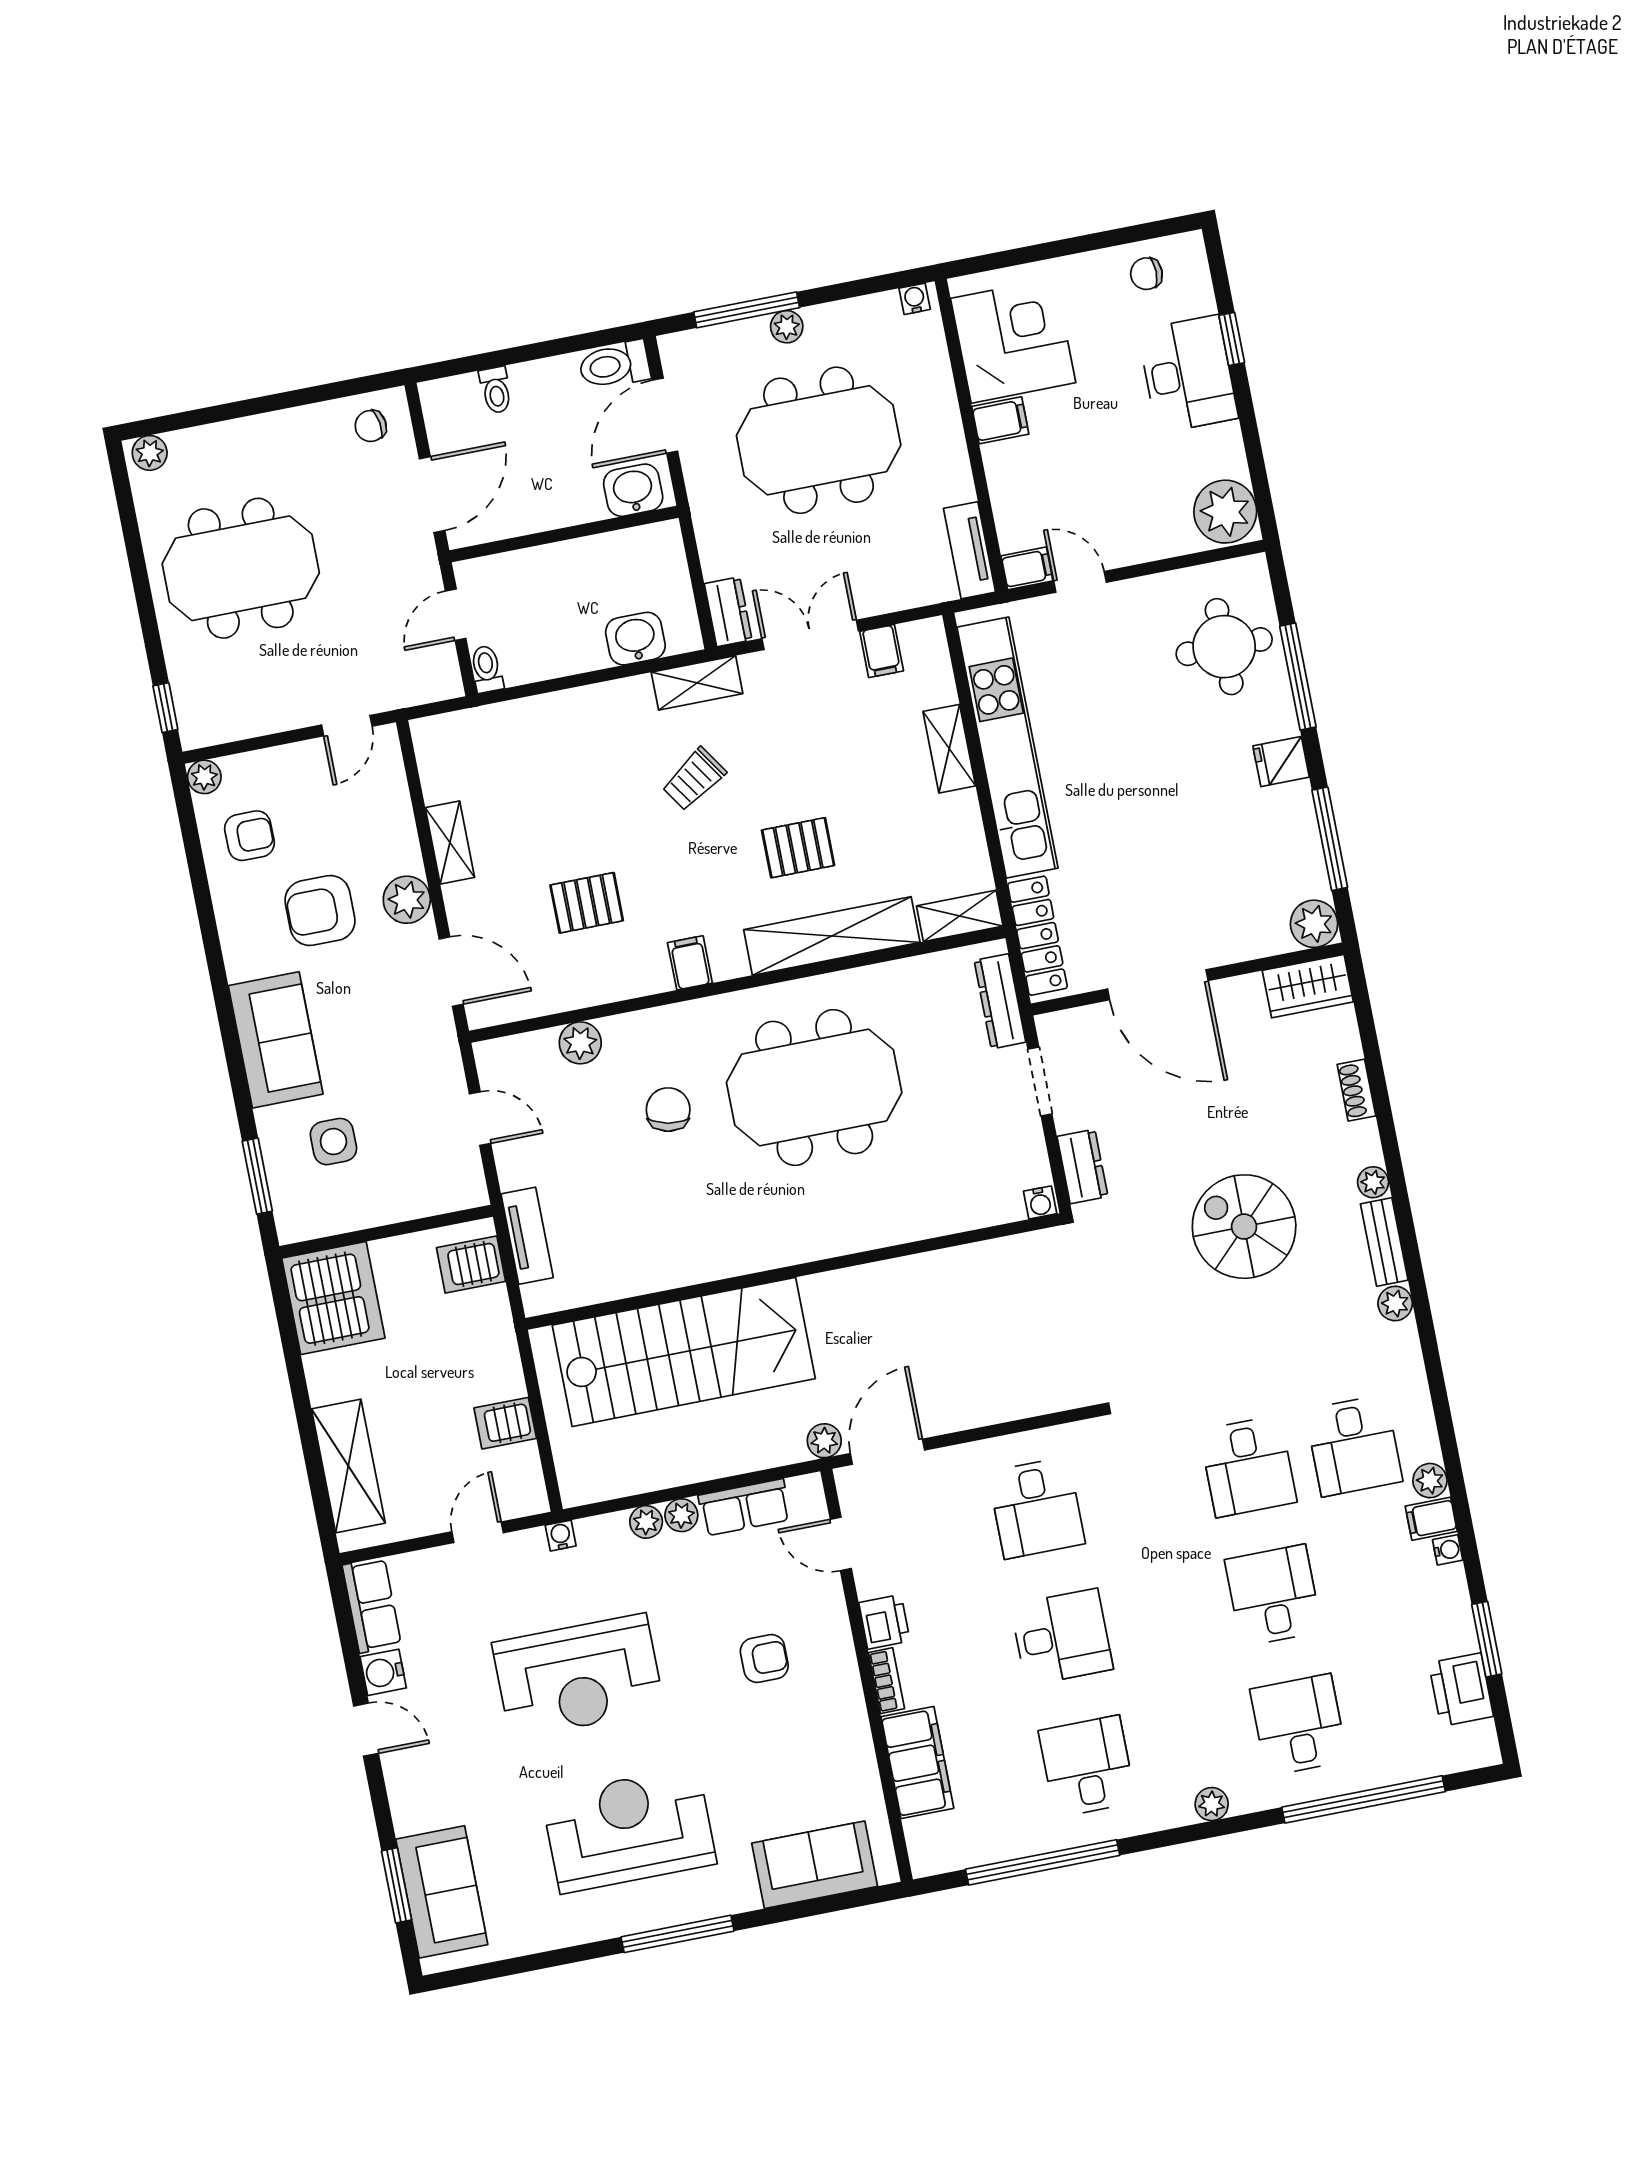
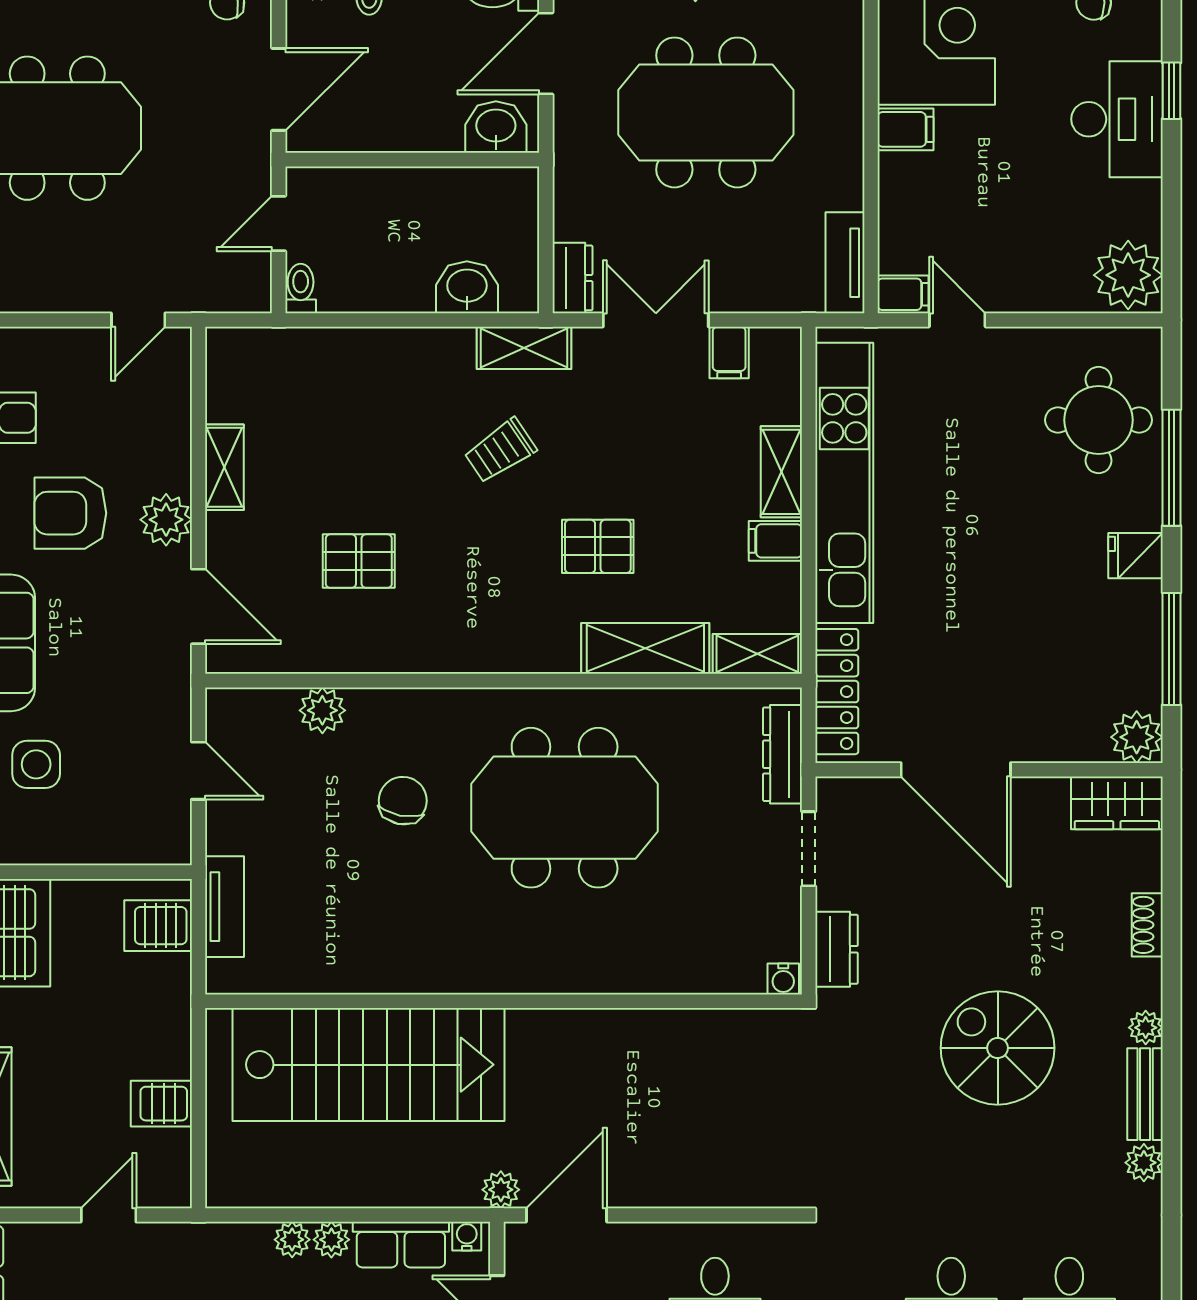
shelving: (832, 936) -> (645, 648), width x0.68
filing cabinet: (690, 963) -> (775, 541), moved, turned -90
water cooler: (561, 1536) -> (467, 1236), moved

